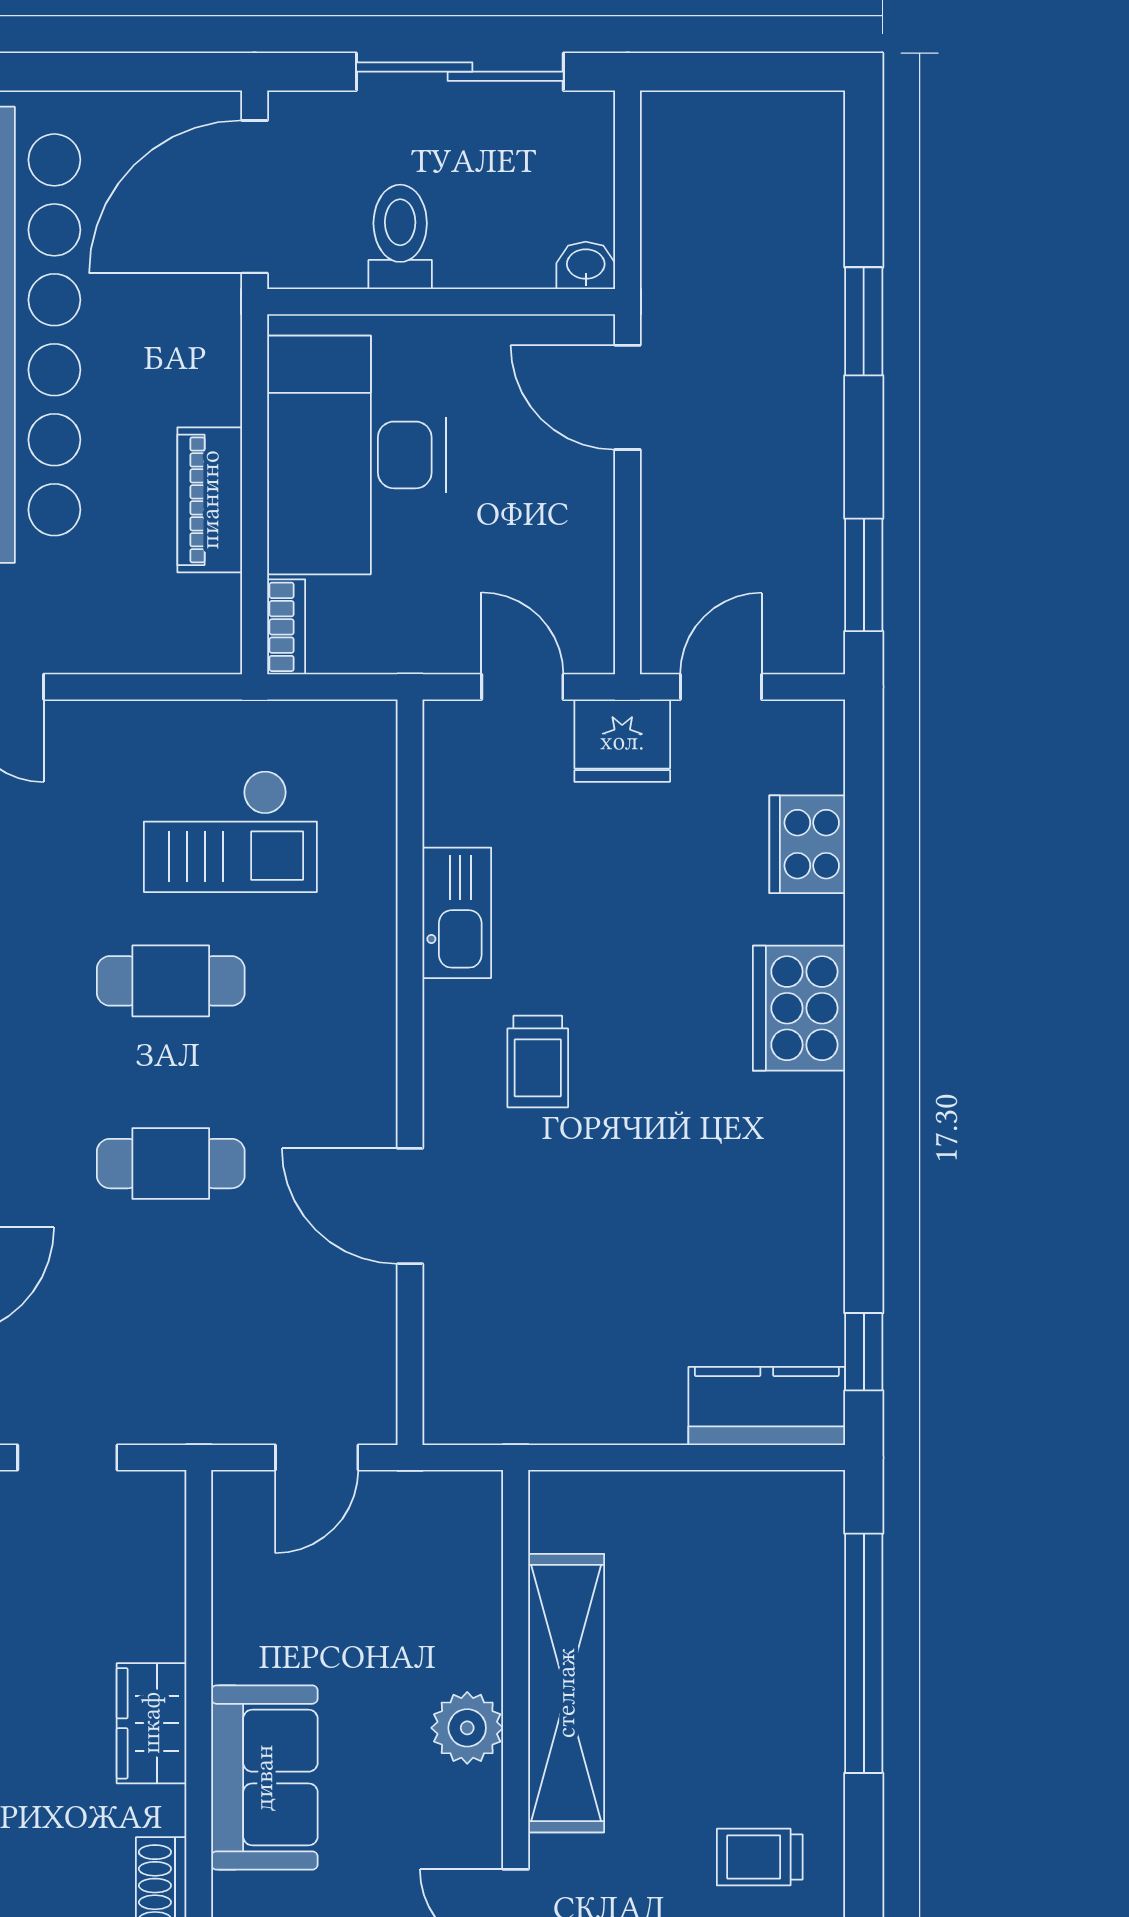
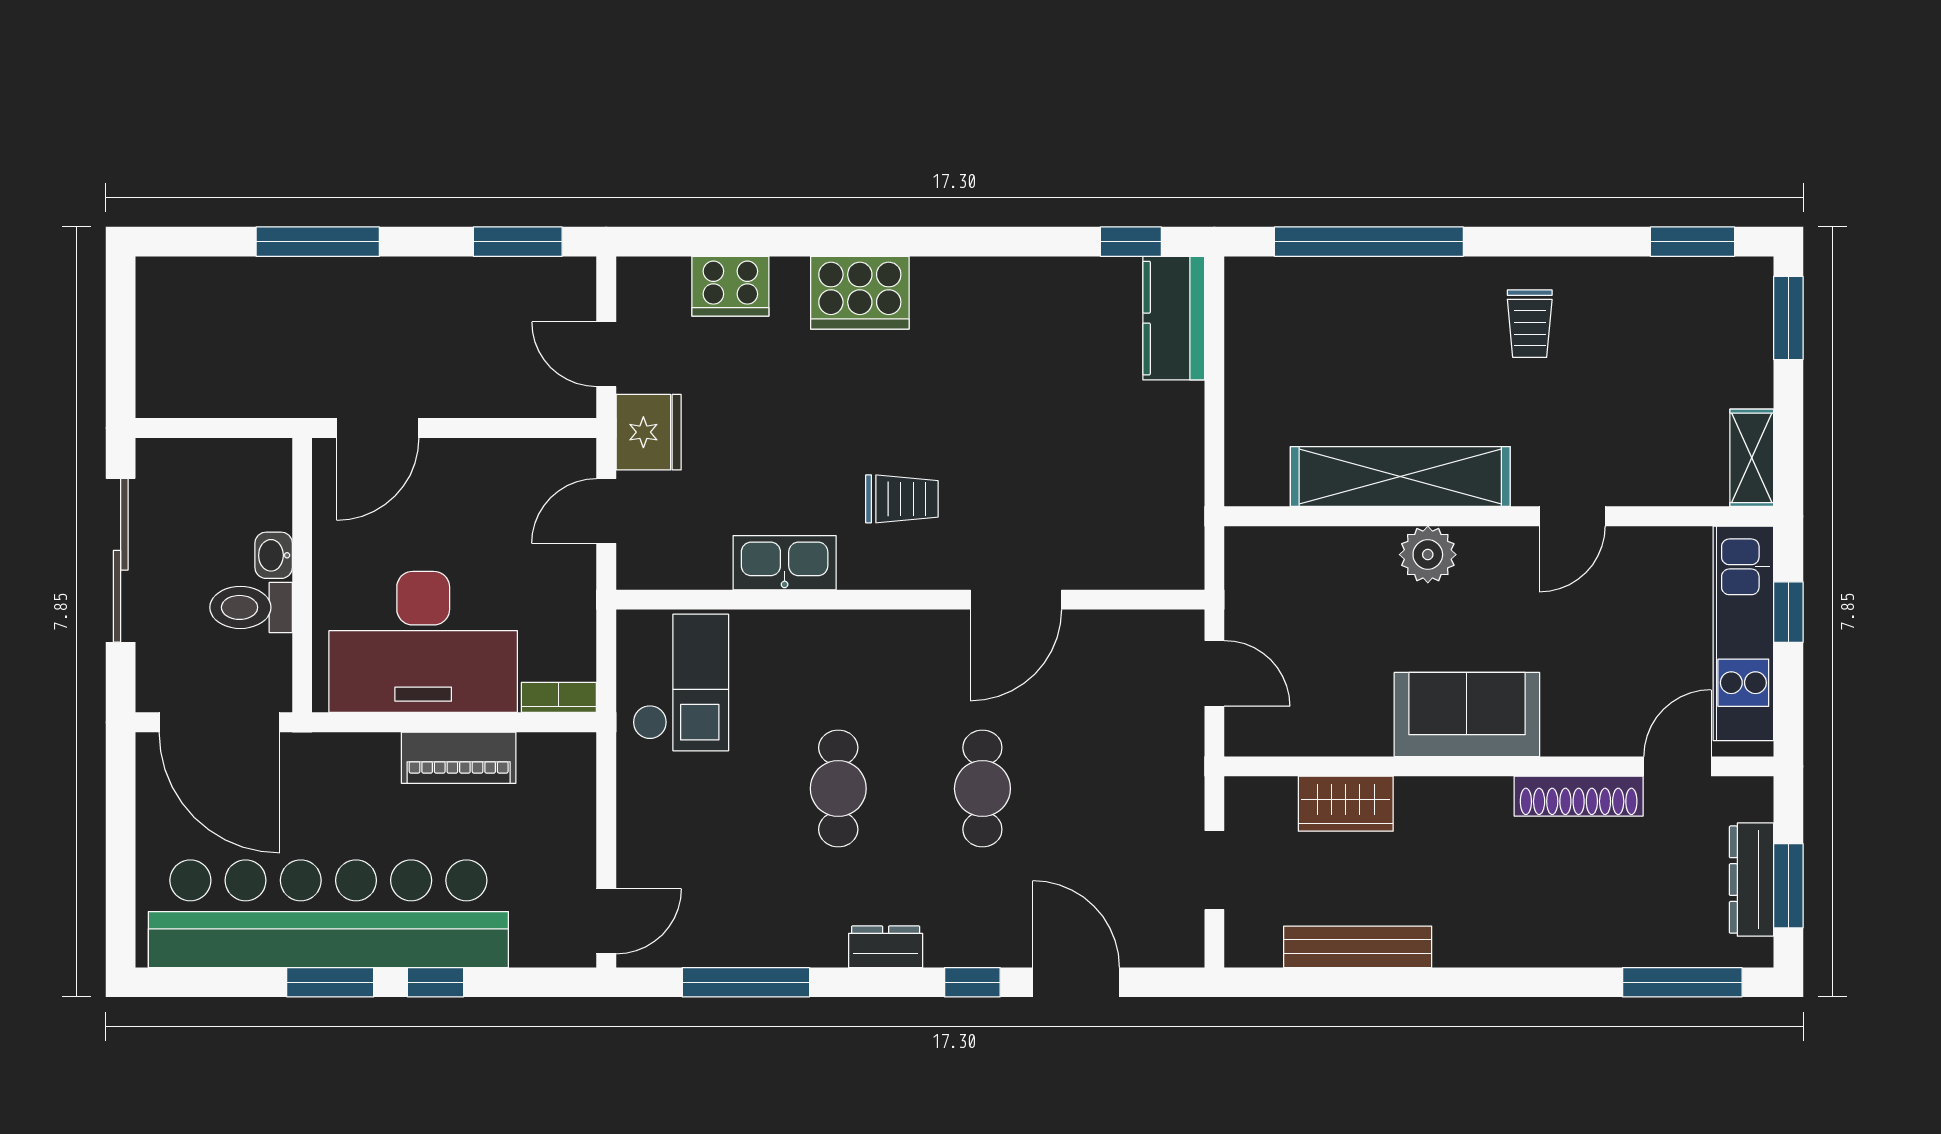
washbasin: (586, 265) -> (274, 555), moved
window: (864, 321) -> (318, 242), width x1.44
checkout: (230, 831) -> (681, 683), moved
wardrobe: (151, 1723) -> (1346, 804), moved

